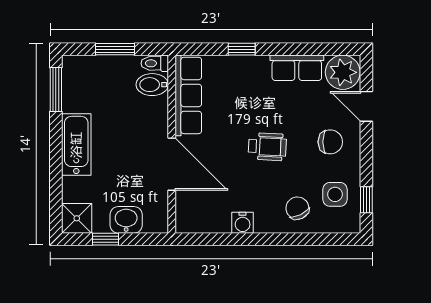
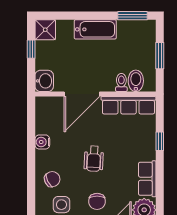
toilet: (155, 63) -> (121, 82), moved
washbasin: (126, 220) -> (44, 81), moved

